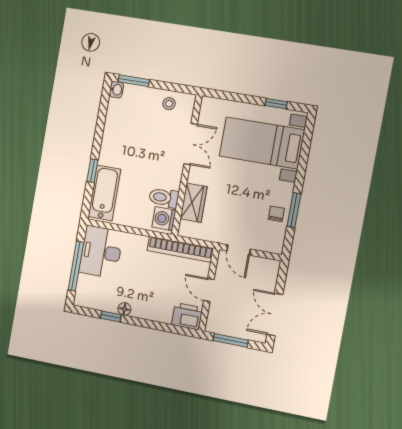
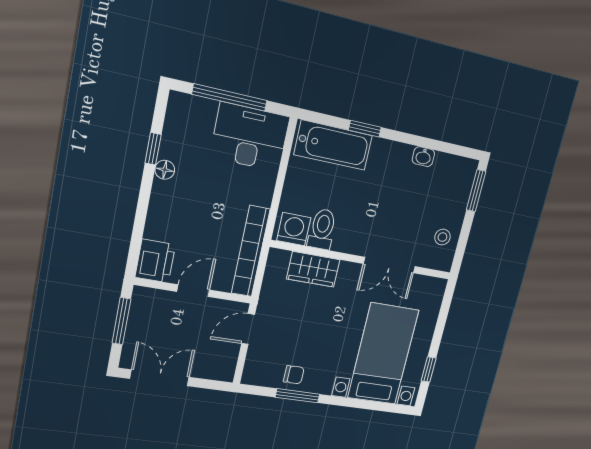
washbasin: (116, 90) -> (423, 157), moved

